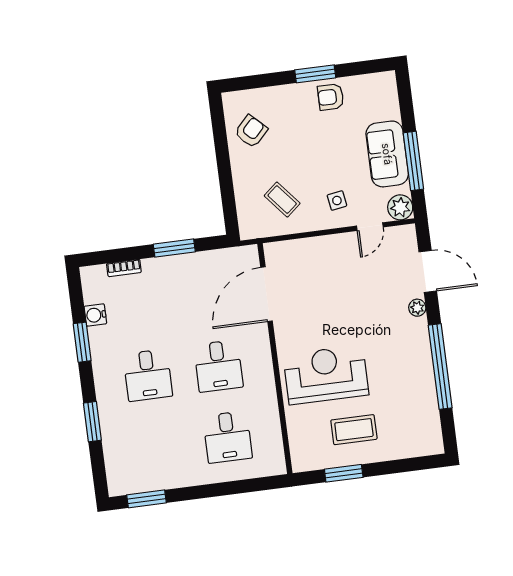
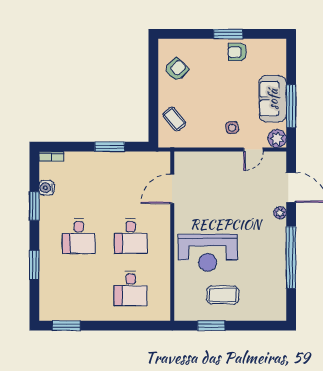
coffee table: (282, 200) -> (174, 119), moved
bookcase: (124, 268) -> (51, 156), moved
door: (266, 294) -> (172, 189), width x0.73
reception desk: (326, 375) -> (208, 253), turned 180

